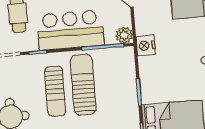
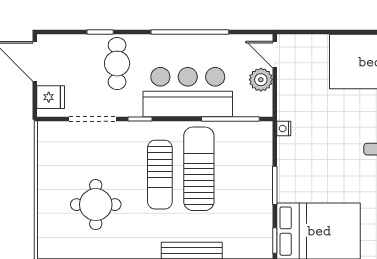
plant: (124, 35) -> (261, 80), moved
nightstand: (146, 46) -> (284, 128), width x0.53, depth x0.56

